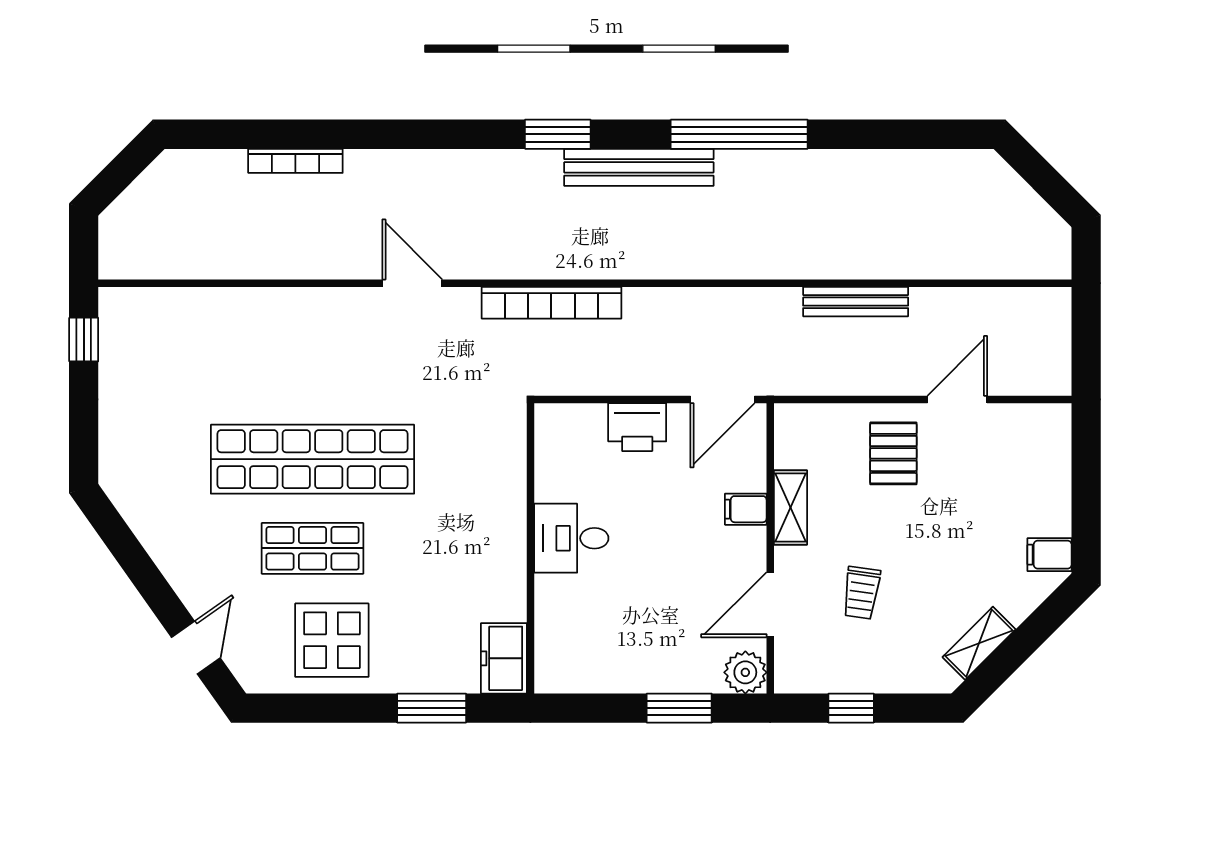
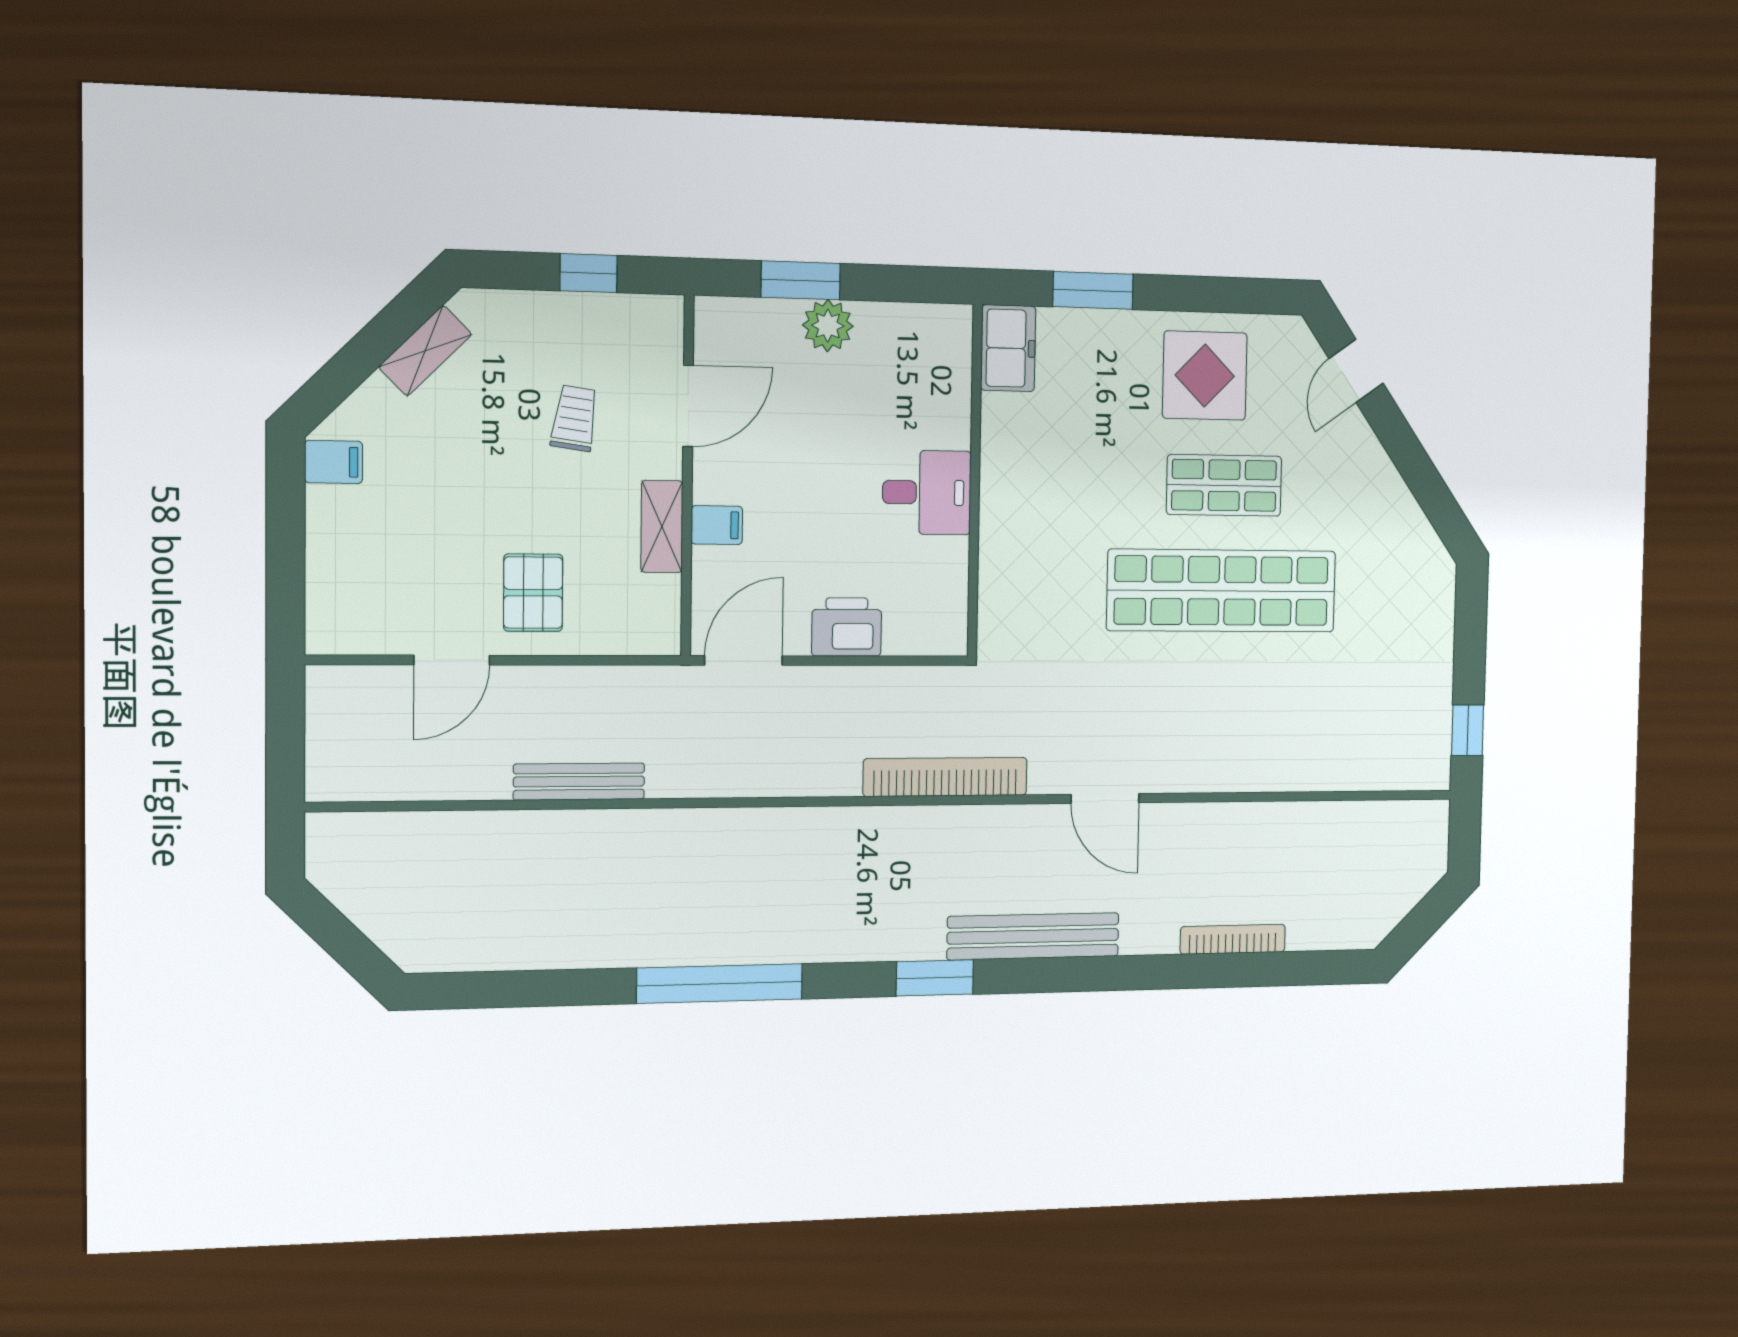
bench: (639, 167) -> (1033, 936), moved
plant: (745, 672) -> (828, 326), moved

